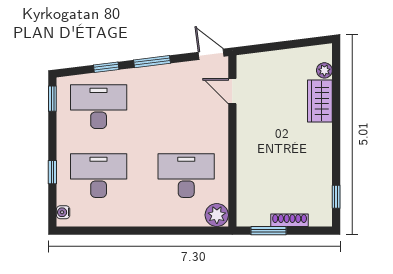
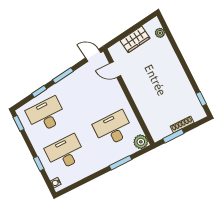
wardrobe: (320, 101) -> (135, 39), moved, turned -97
window: (172, 231) -> (120, 163), added

